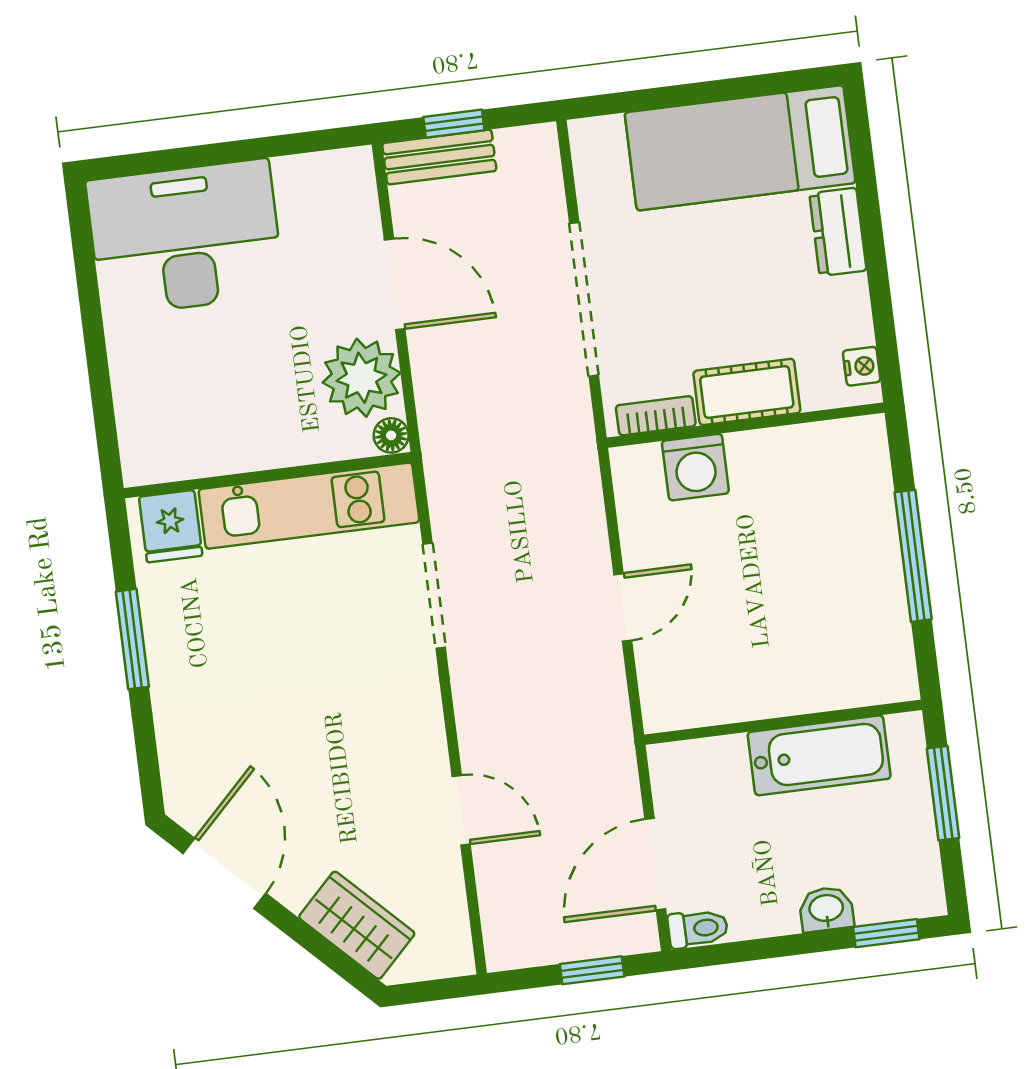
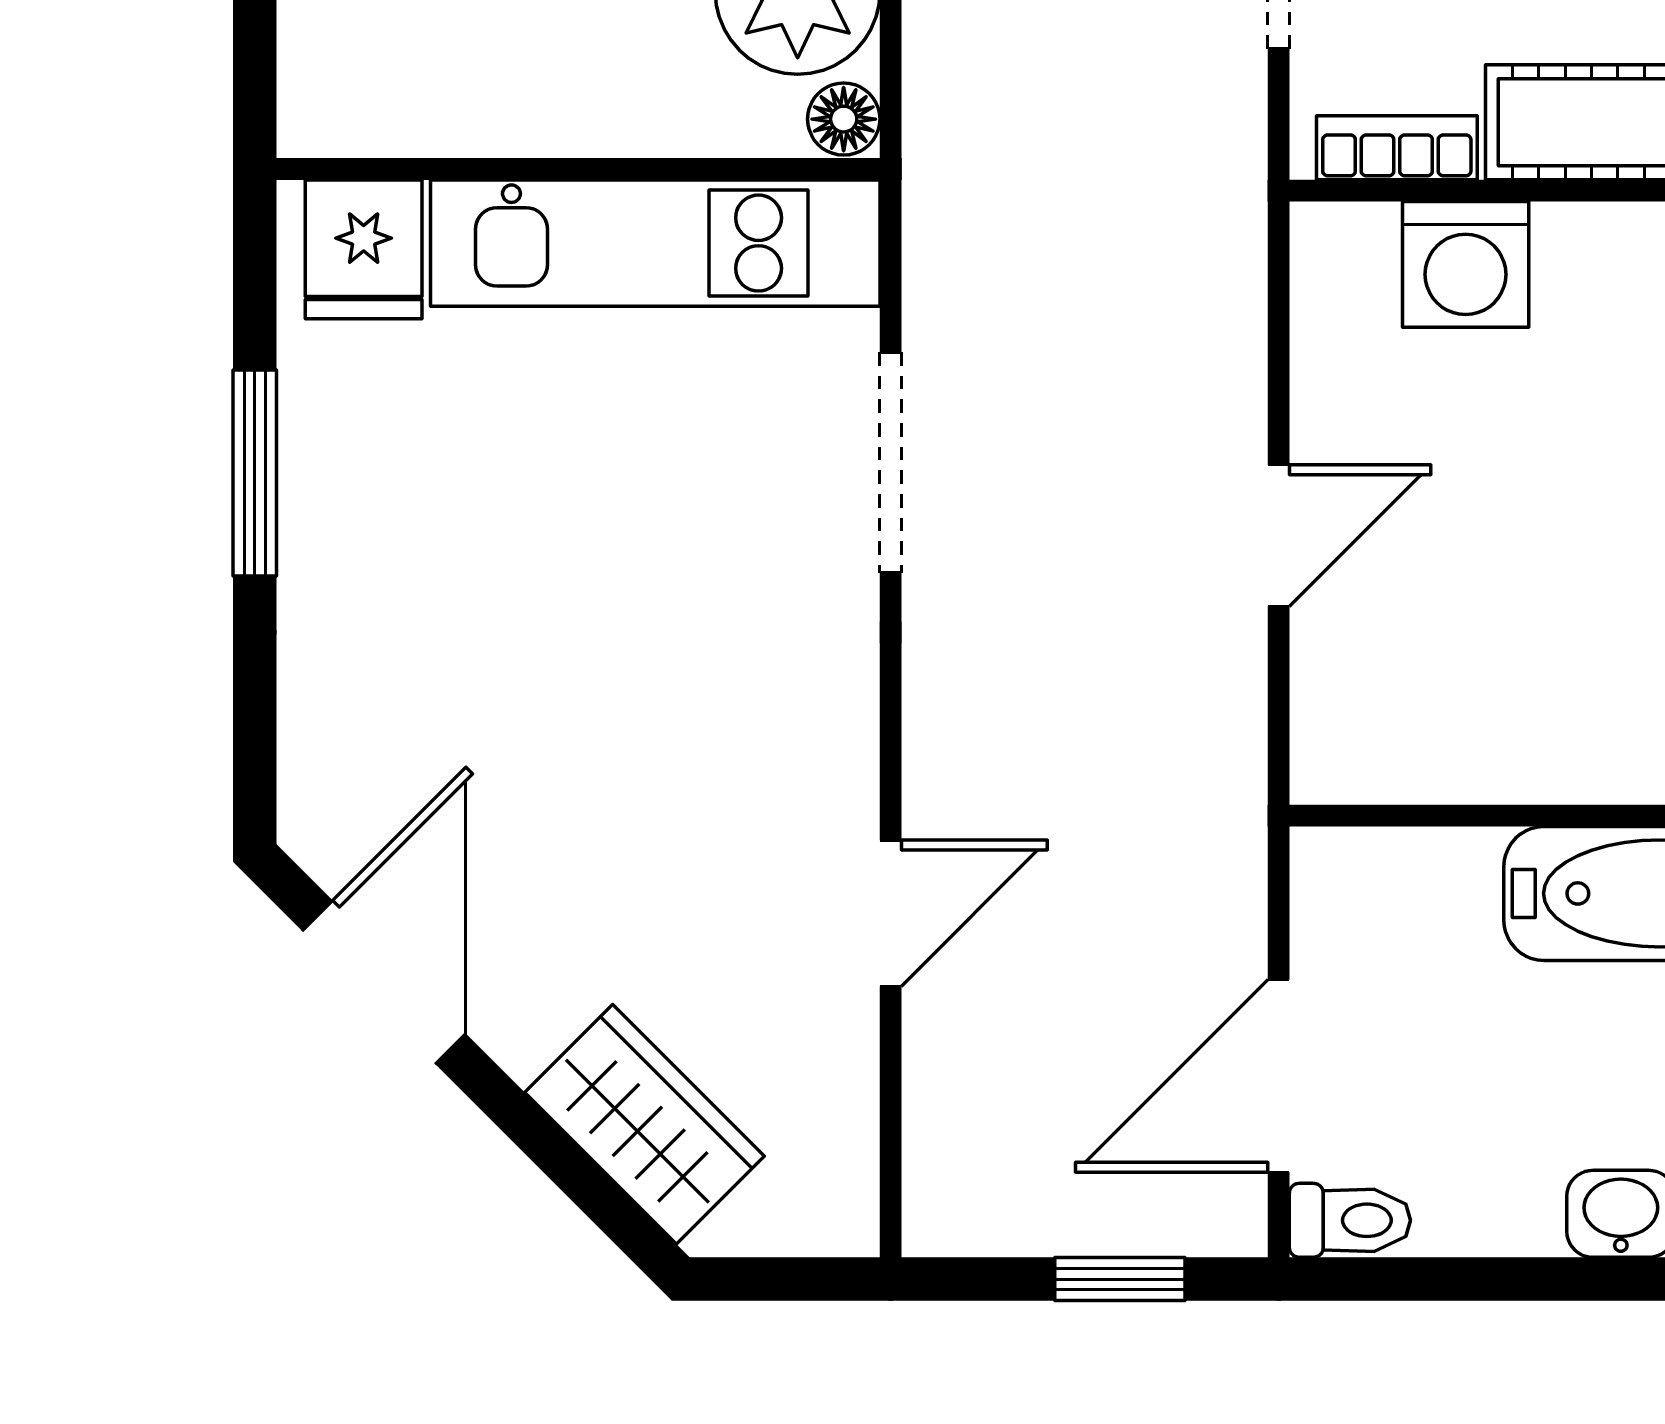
door: (461, 810) -> (891, 913), hinge flipped

